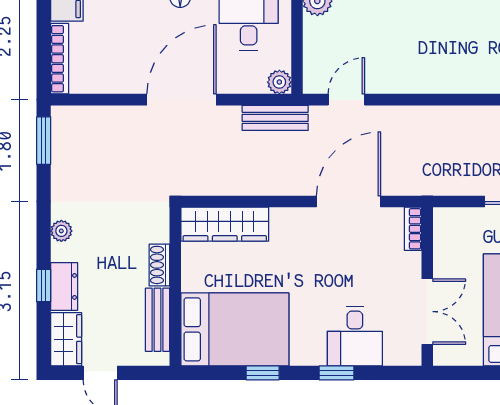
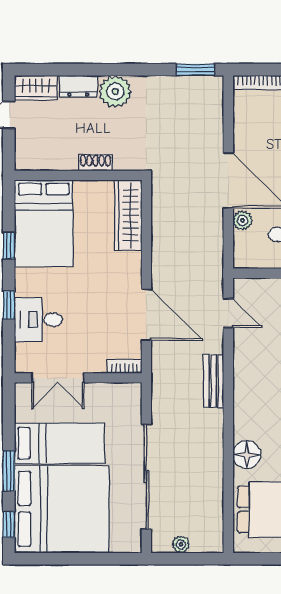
plant: (279, 82) -> (242, 220), moved
bench: (275, 118) -> (214, 381), moved
plant: (61, 231) -> (115, 91), width x1.88, depth x1.88
window: (44, 286) -> (79, 70), removed
bench: (157, 320) -> (51, 161), removed

